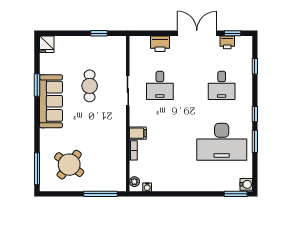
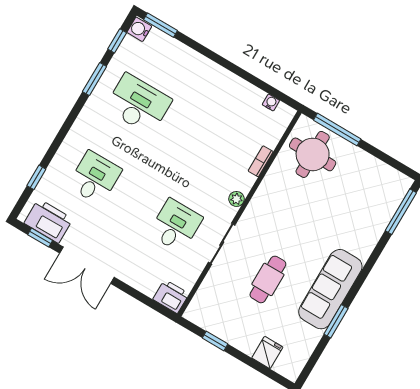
printer: (227, 42) -> (48, 221), width x1.87, depth x1.48
fridge: (47, 44) -> (267, 352), moved
printer: (160, 44) -> (171, 296), moved
window: (255, 114) -> (117, 41), moved
filing cabinet: (138, 133) -> (242, 180), removed
desk: (222, 142) -> (138, 104), width x0.73, depth x0.77
round table: (69, 165) -> (313, 154), moved, turned -37
plant: (134, 182) -> (237, 199), moved

